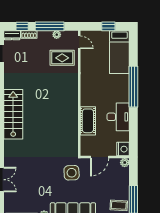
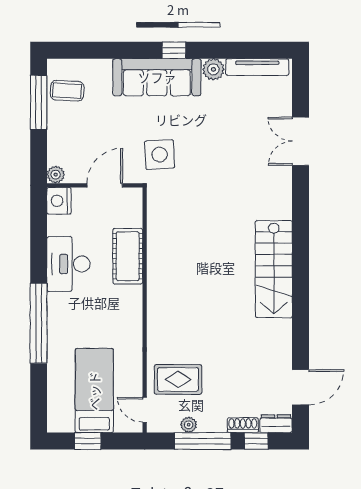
bed: (119, 52) -> (94, 391), moved

